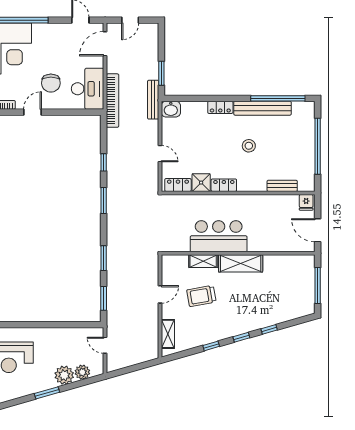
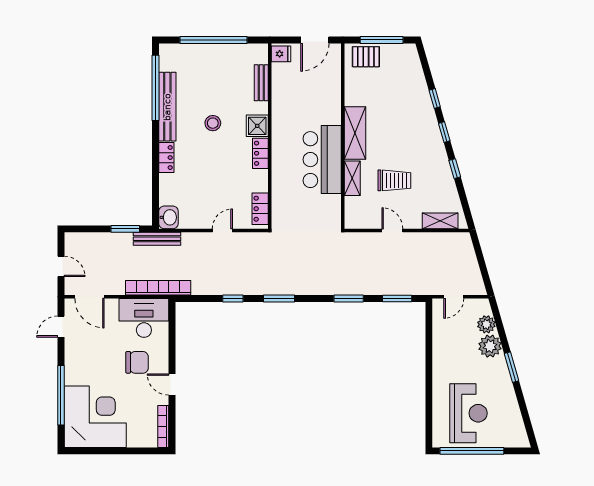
shower: (201, 183) -> (257, 126), moved
pallet: (304, 272) -> (366, 57), added
trolley: (201, 296) -> (394, 180), turned -80

